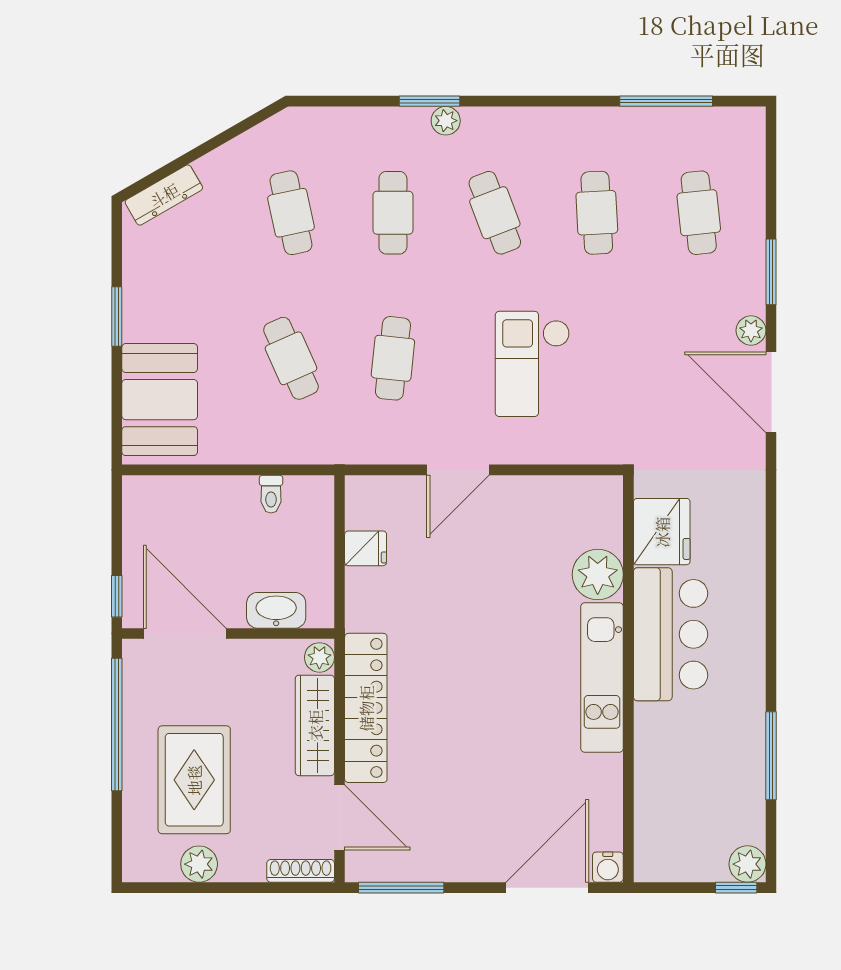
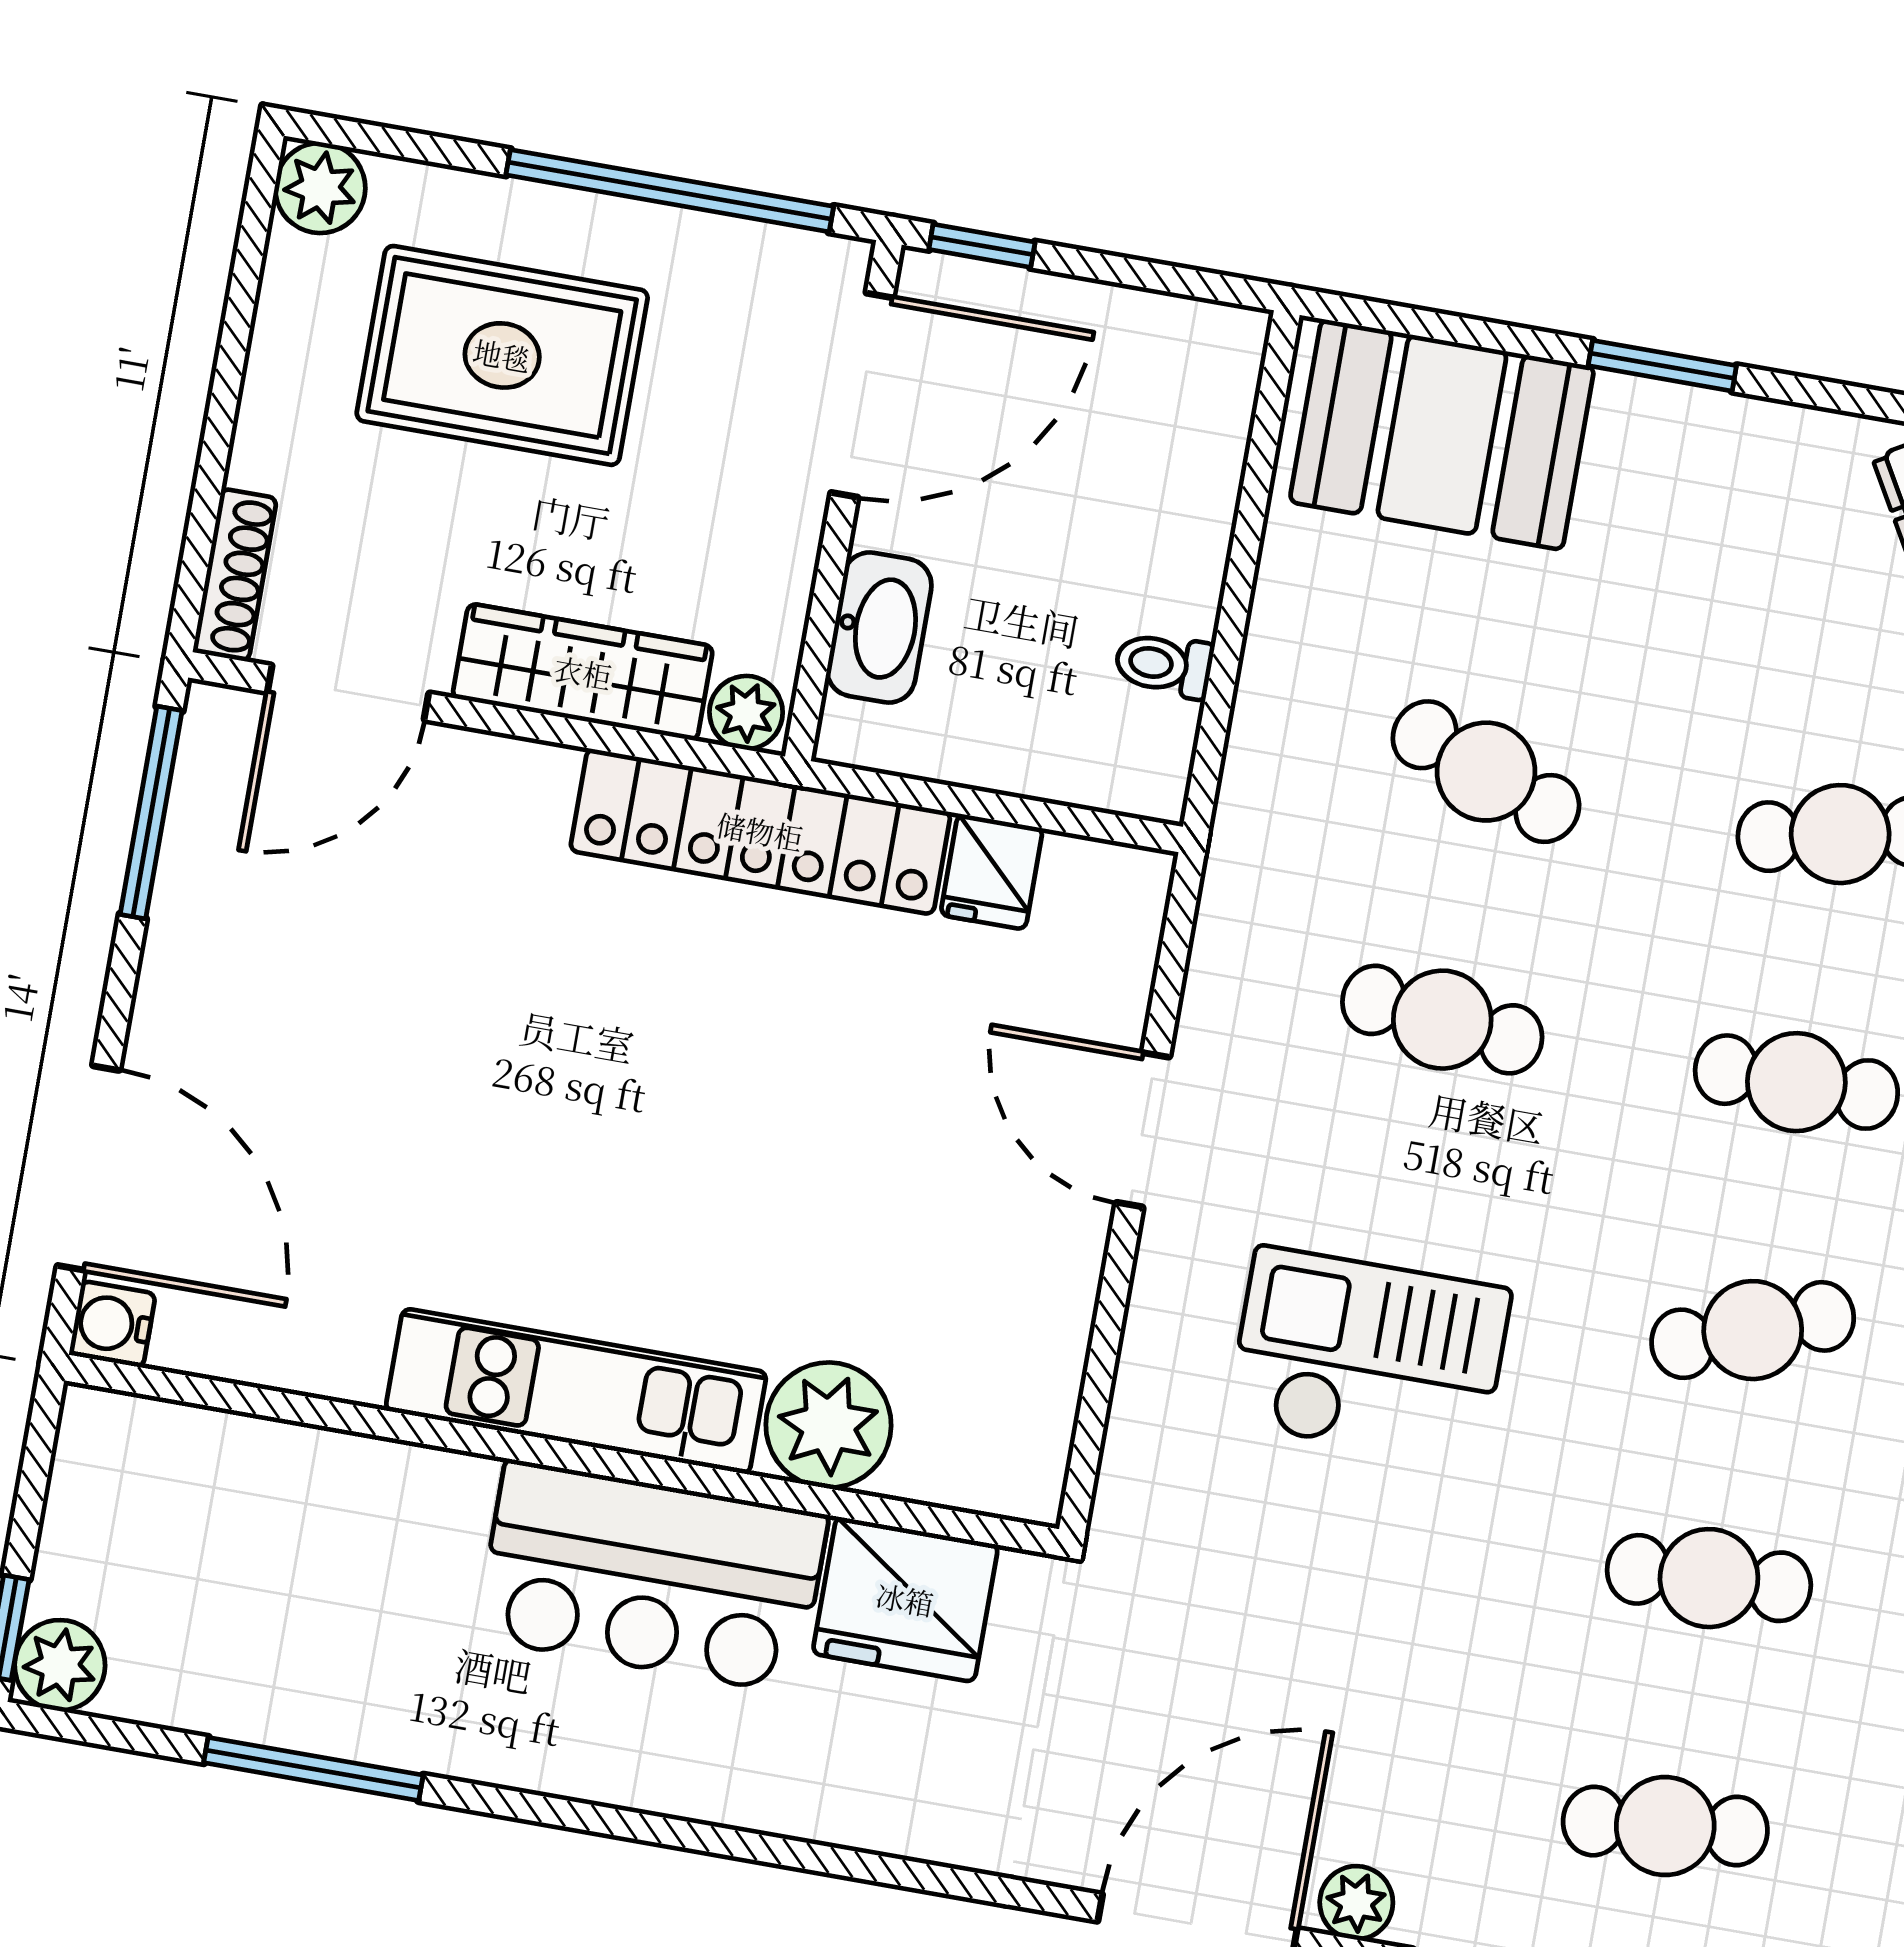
cafe table: (291, 358) -> (1486, 772), turned 45
locker: (366, 708) -> (760, 831), moved
plant: (199, 864) -> (320, 188), moved

